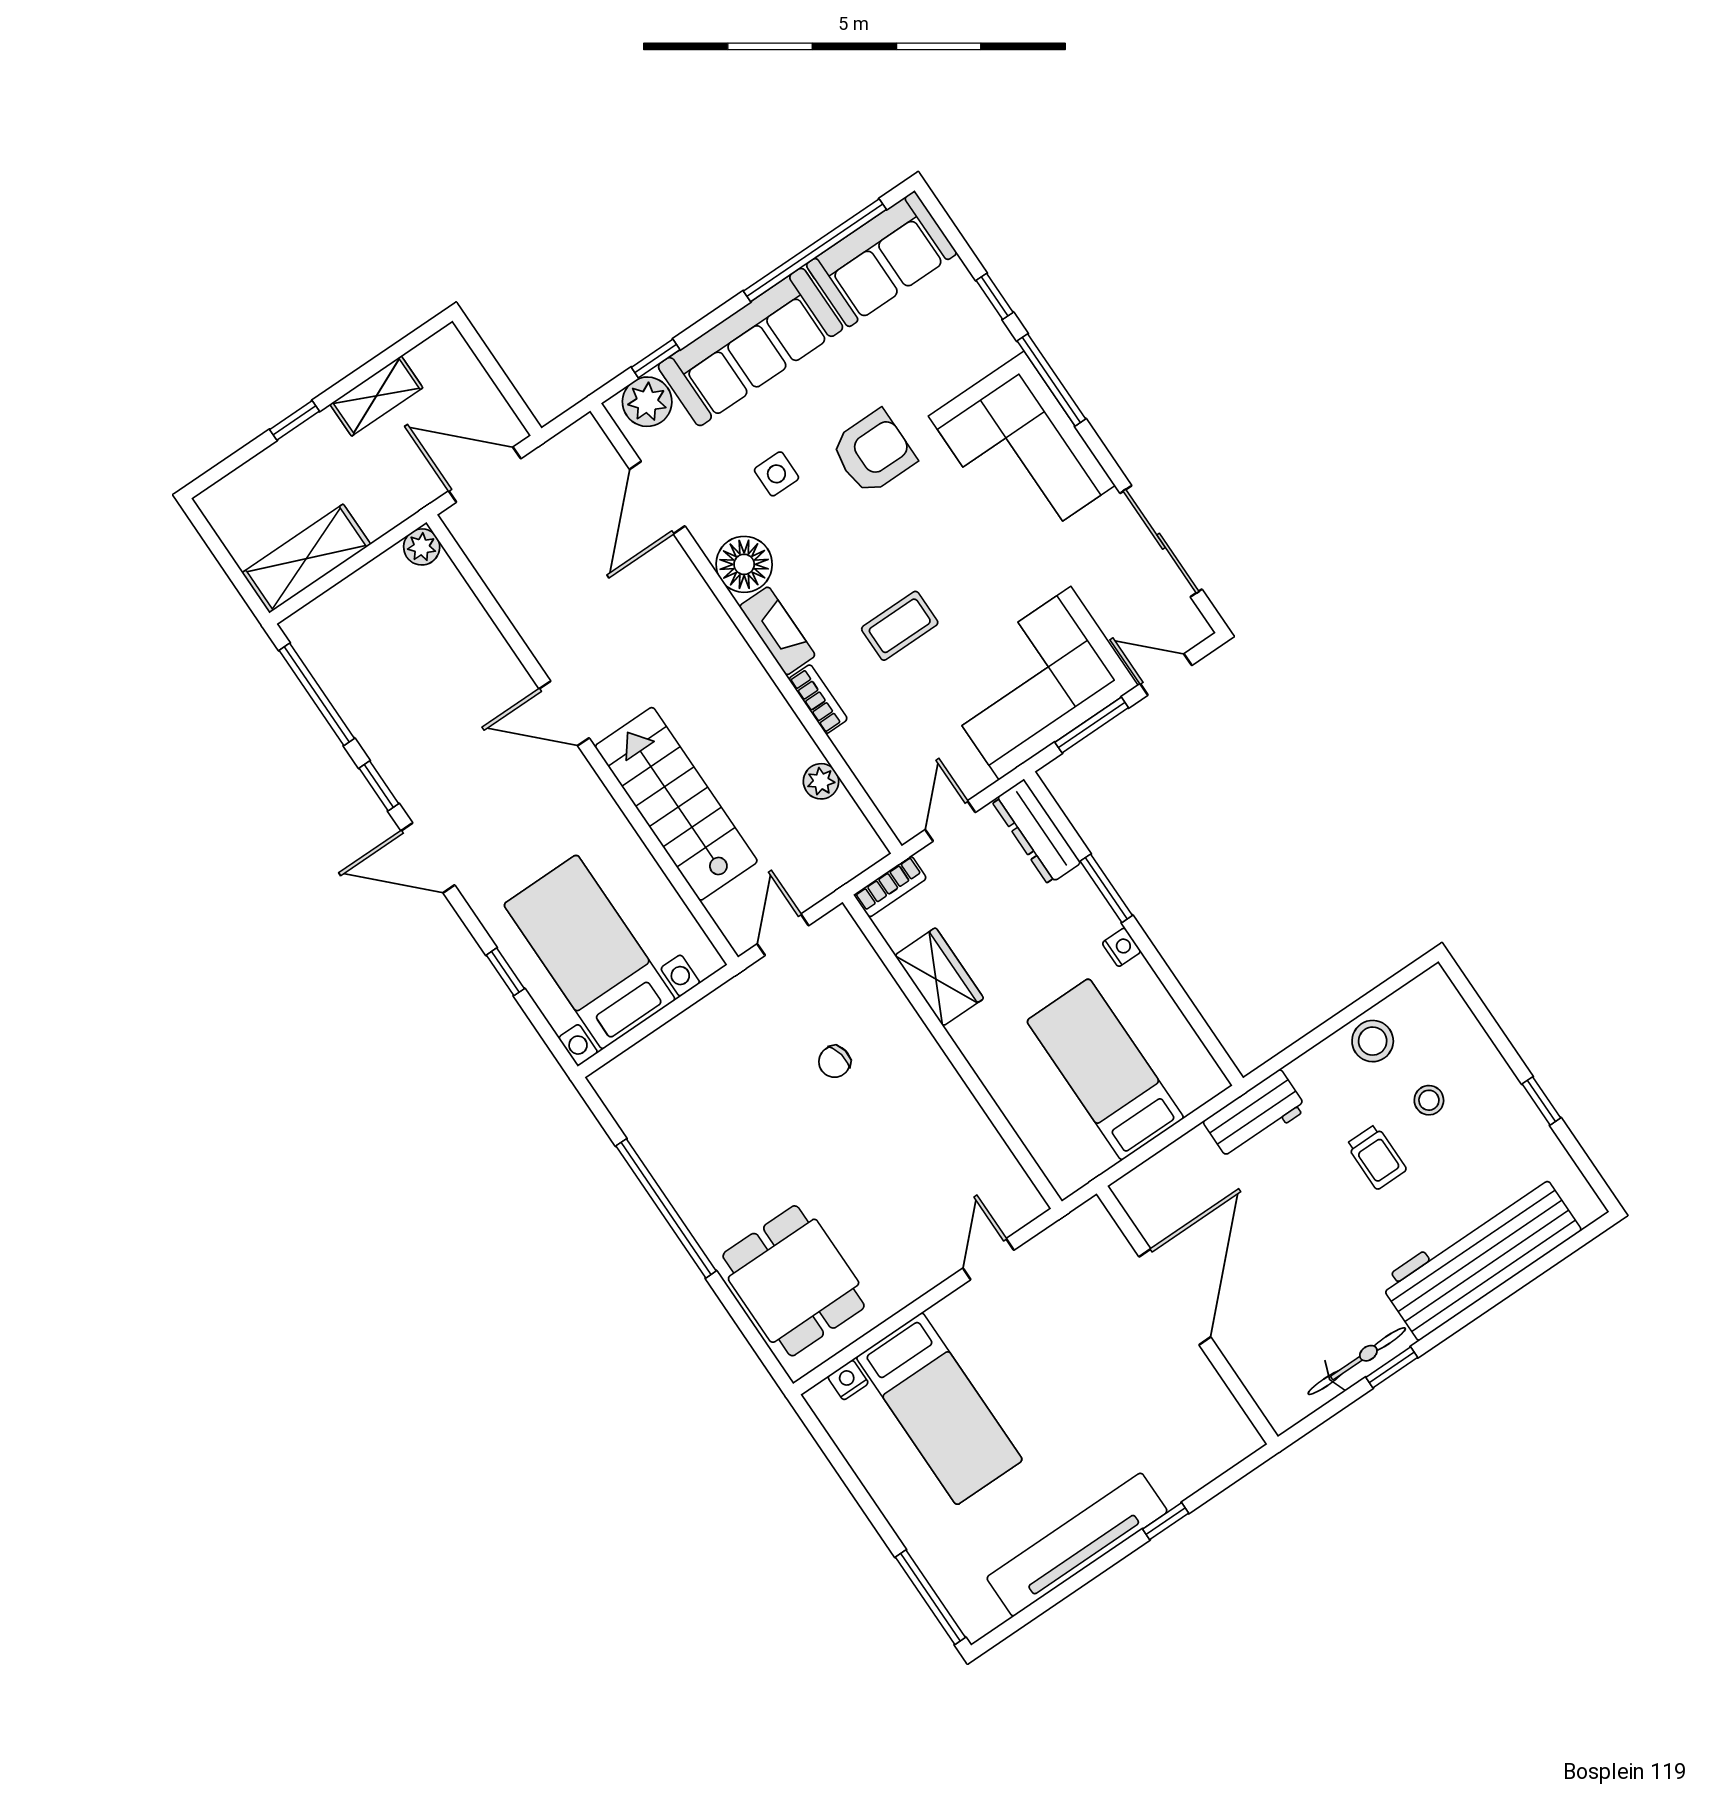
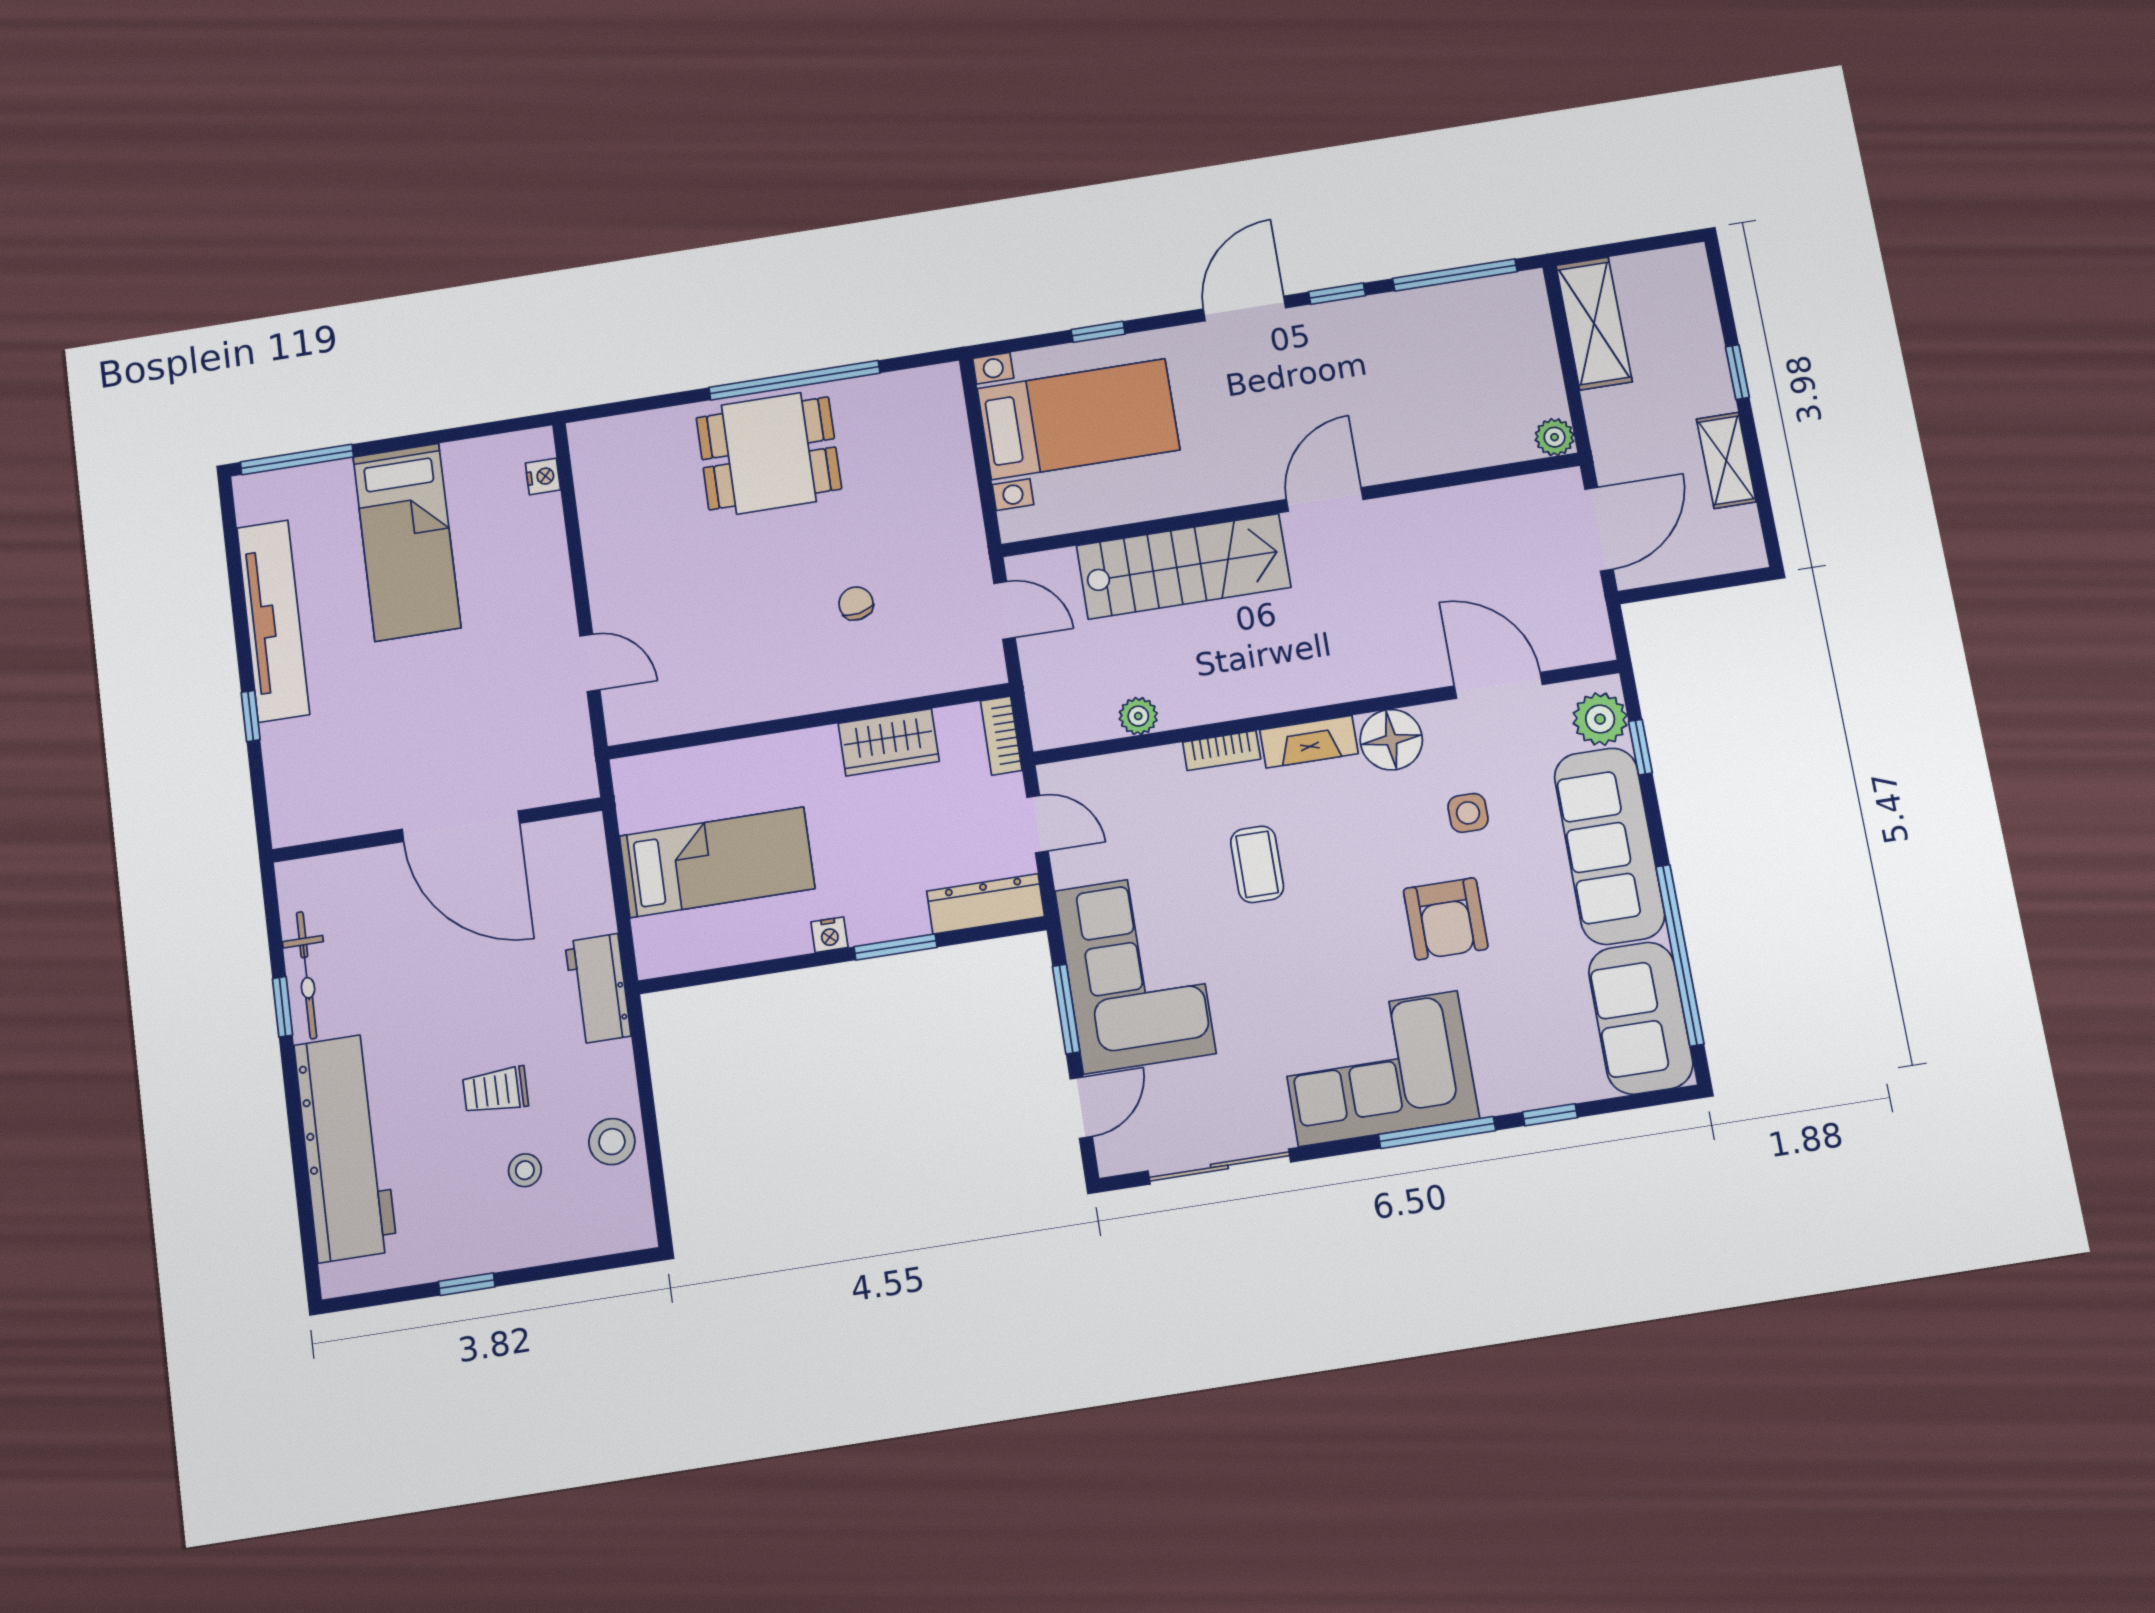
dining table: (794, 1281) -> (769, 453), moved
bed: (939, 1409) -> (407, 542), moved, turned -90

